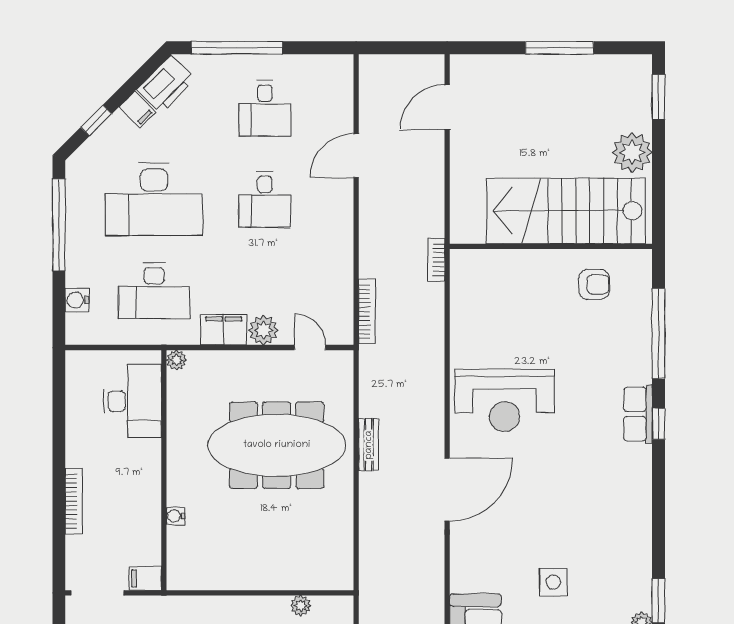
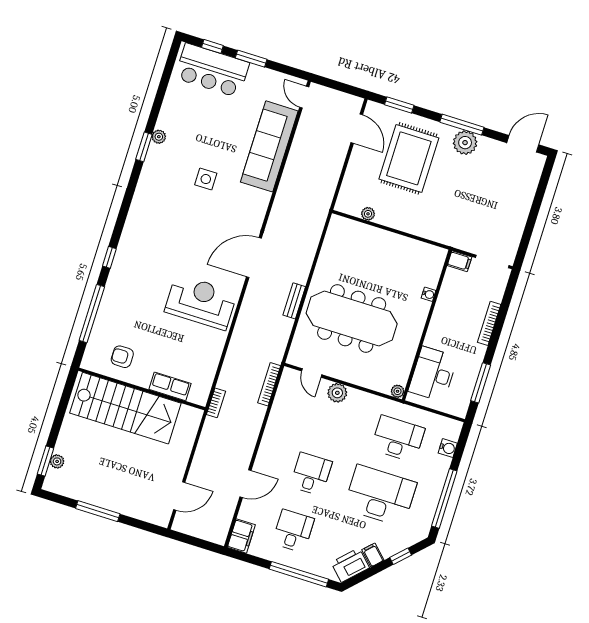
plant: (632, 152) -> (57, 461), moved, width x0.53, depth x0.53
filing cabinet: (224, 330) -> (241, 536), moved, turned -90
window: (59, 410) -> (481, 383), added
row of seats: (638, 414) -> (170, 386), moved, turned -90

